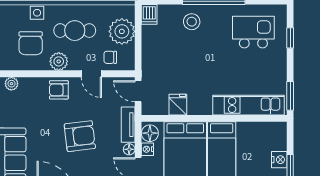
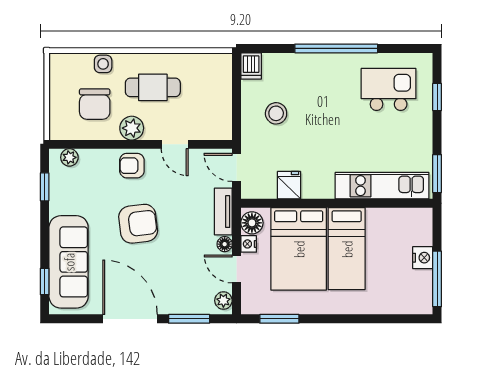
stool: (192, 22) -> (276, 113), moved
plant: (122, 31) -> (215, 89), removed
chair: (110, 57) -> (200, 123), removed
armchair: (80, 136) -> (138, 224), moved

